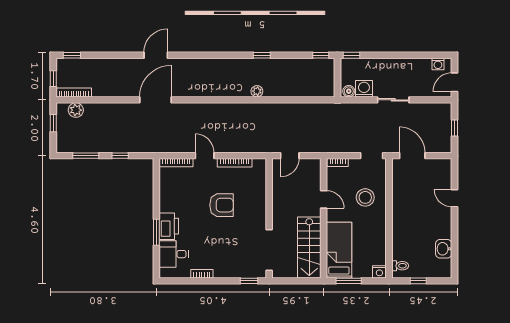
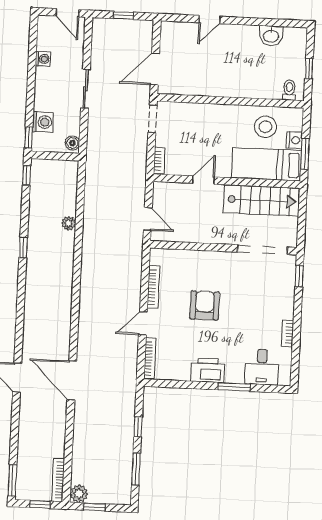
window: (72, 55) -> (12, 480), width x1.50
washing machine: (438, 64) -> (43, 59), moved
washing machine: (364, 89) -> (43, 122), moved, turned 180
plant: (257, 91) -> (69, 223), moved
plant: (76, 110) -> (79, 494), moved
stool: (365, 197) -> (265, 127), moved
printer: (169, 226) -> (208, 370), moved
nightstand: (379, 272) -> (294, 140), moved

